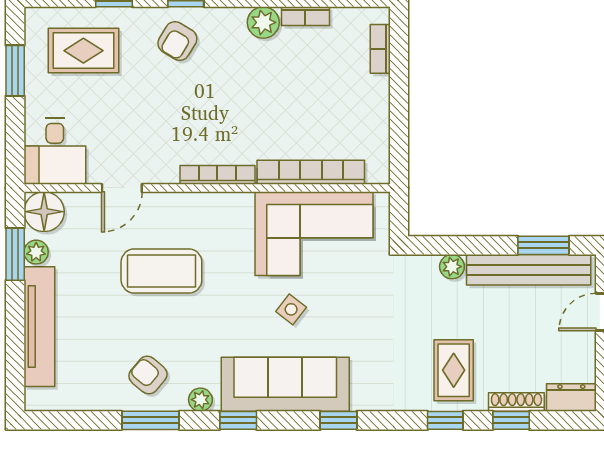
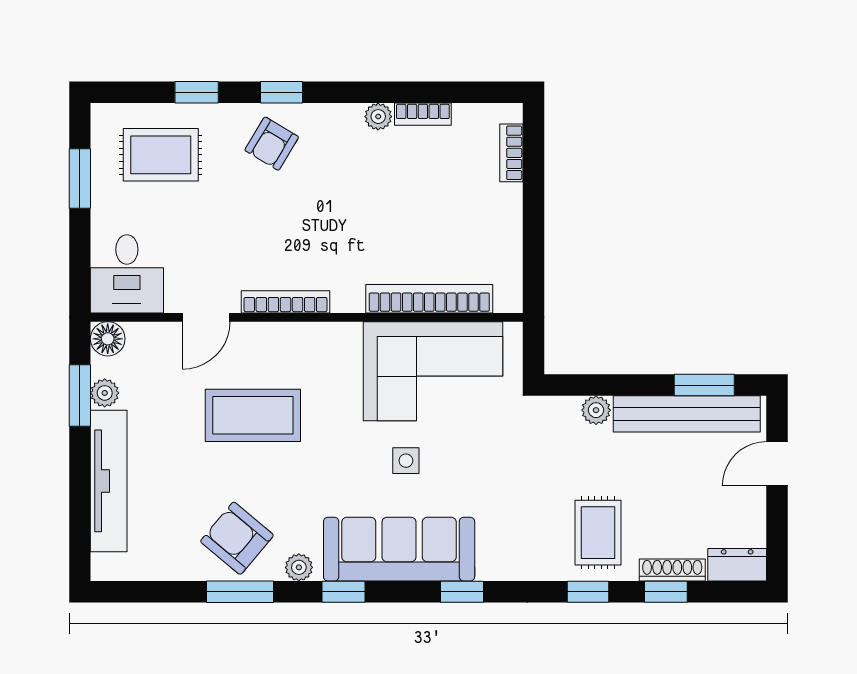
plant: (263, 22) -> (378, 117), width x0.73, depth x0.73
bookcase: (217, 175) -> (285, 302), moved
floor lamp: (44, 212) -> (108, 339), width x0.73, depth x0.73
side table: (291, 309) -> (406, 461), turned -38
armchair: (148, 375) -> (237, 538), width x1.38, depth x1.38

